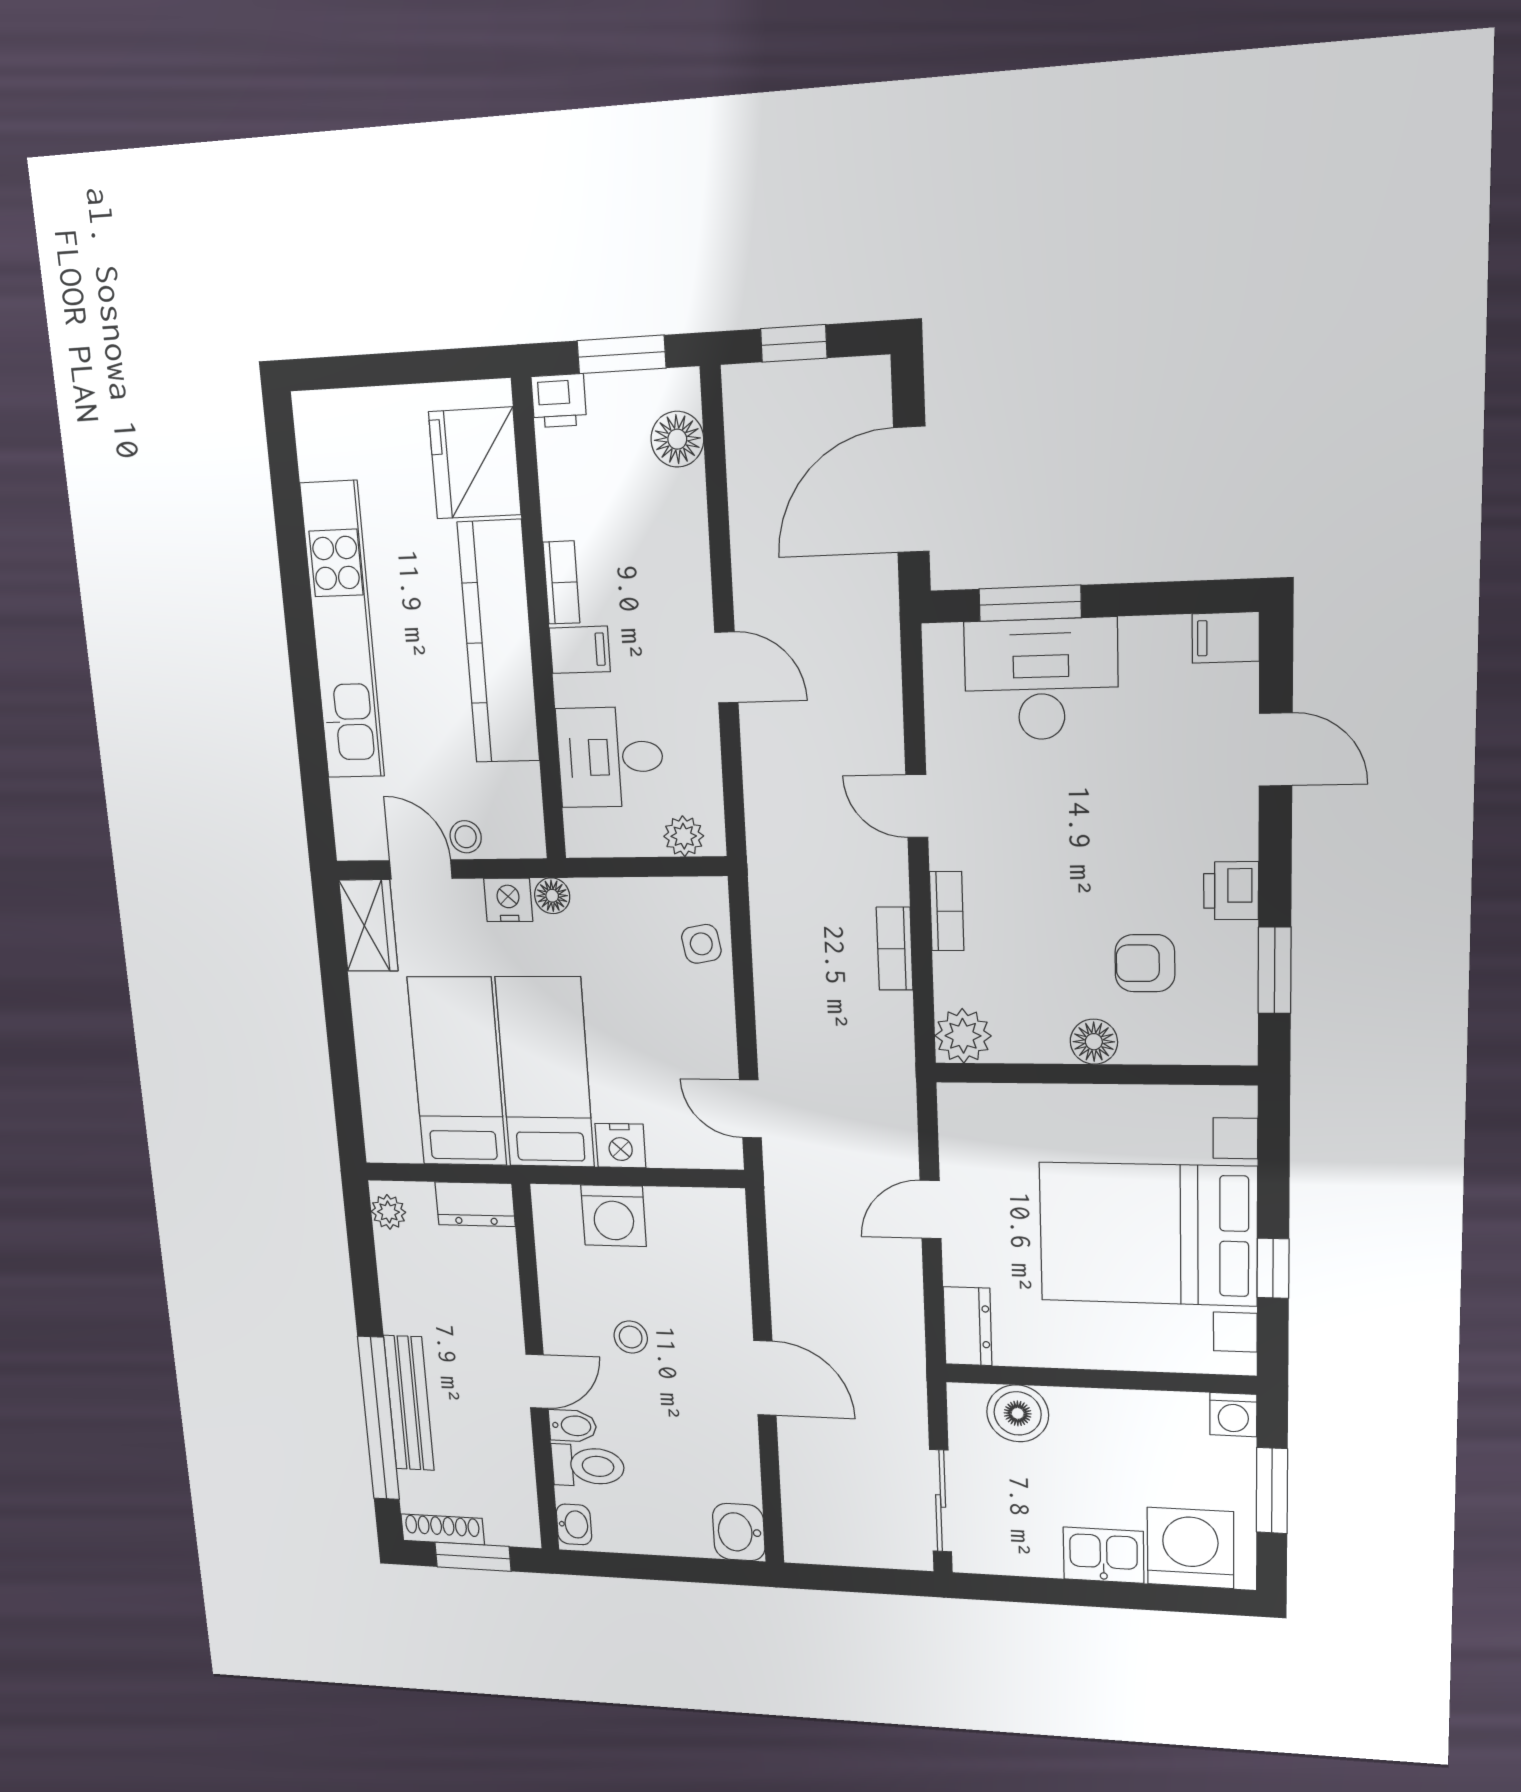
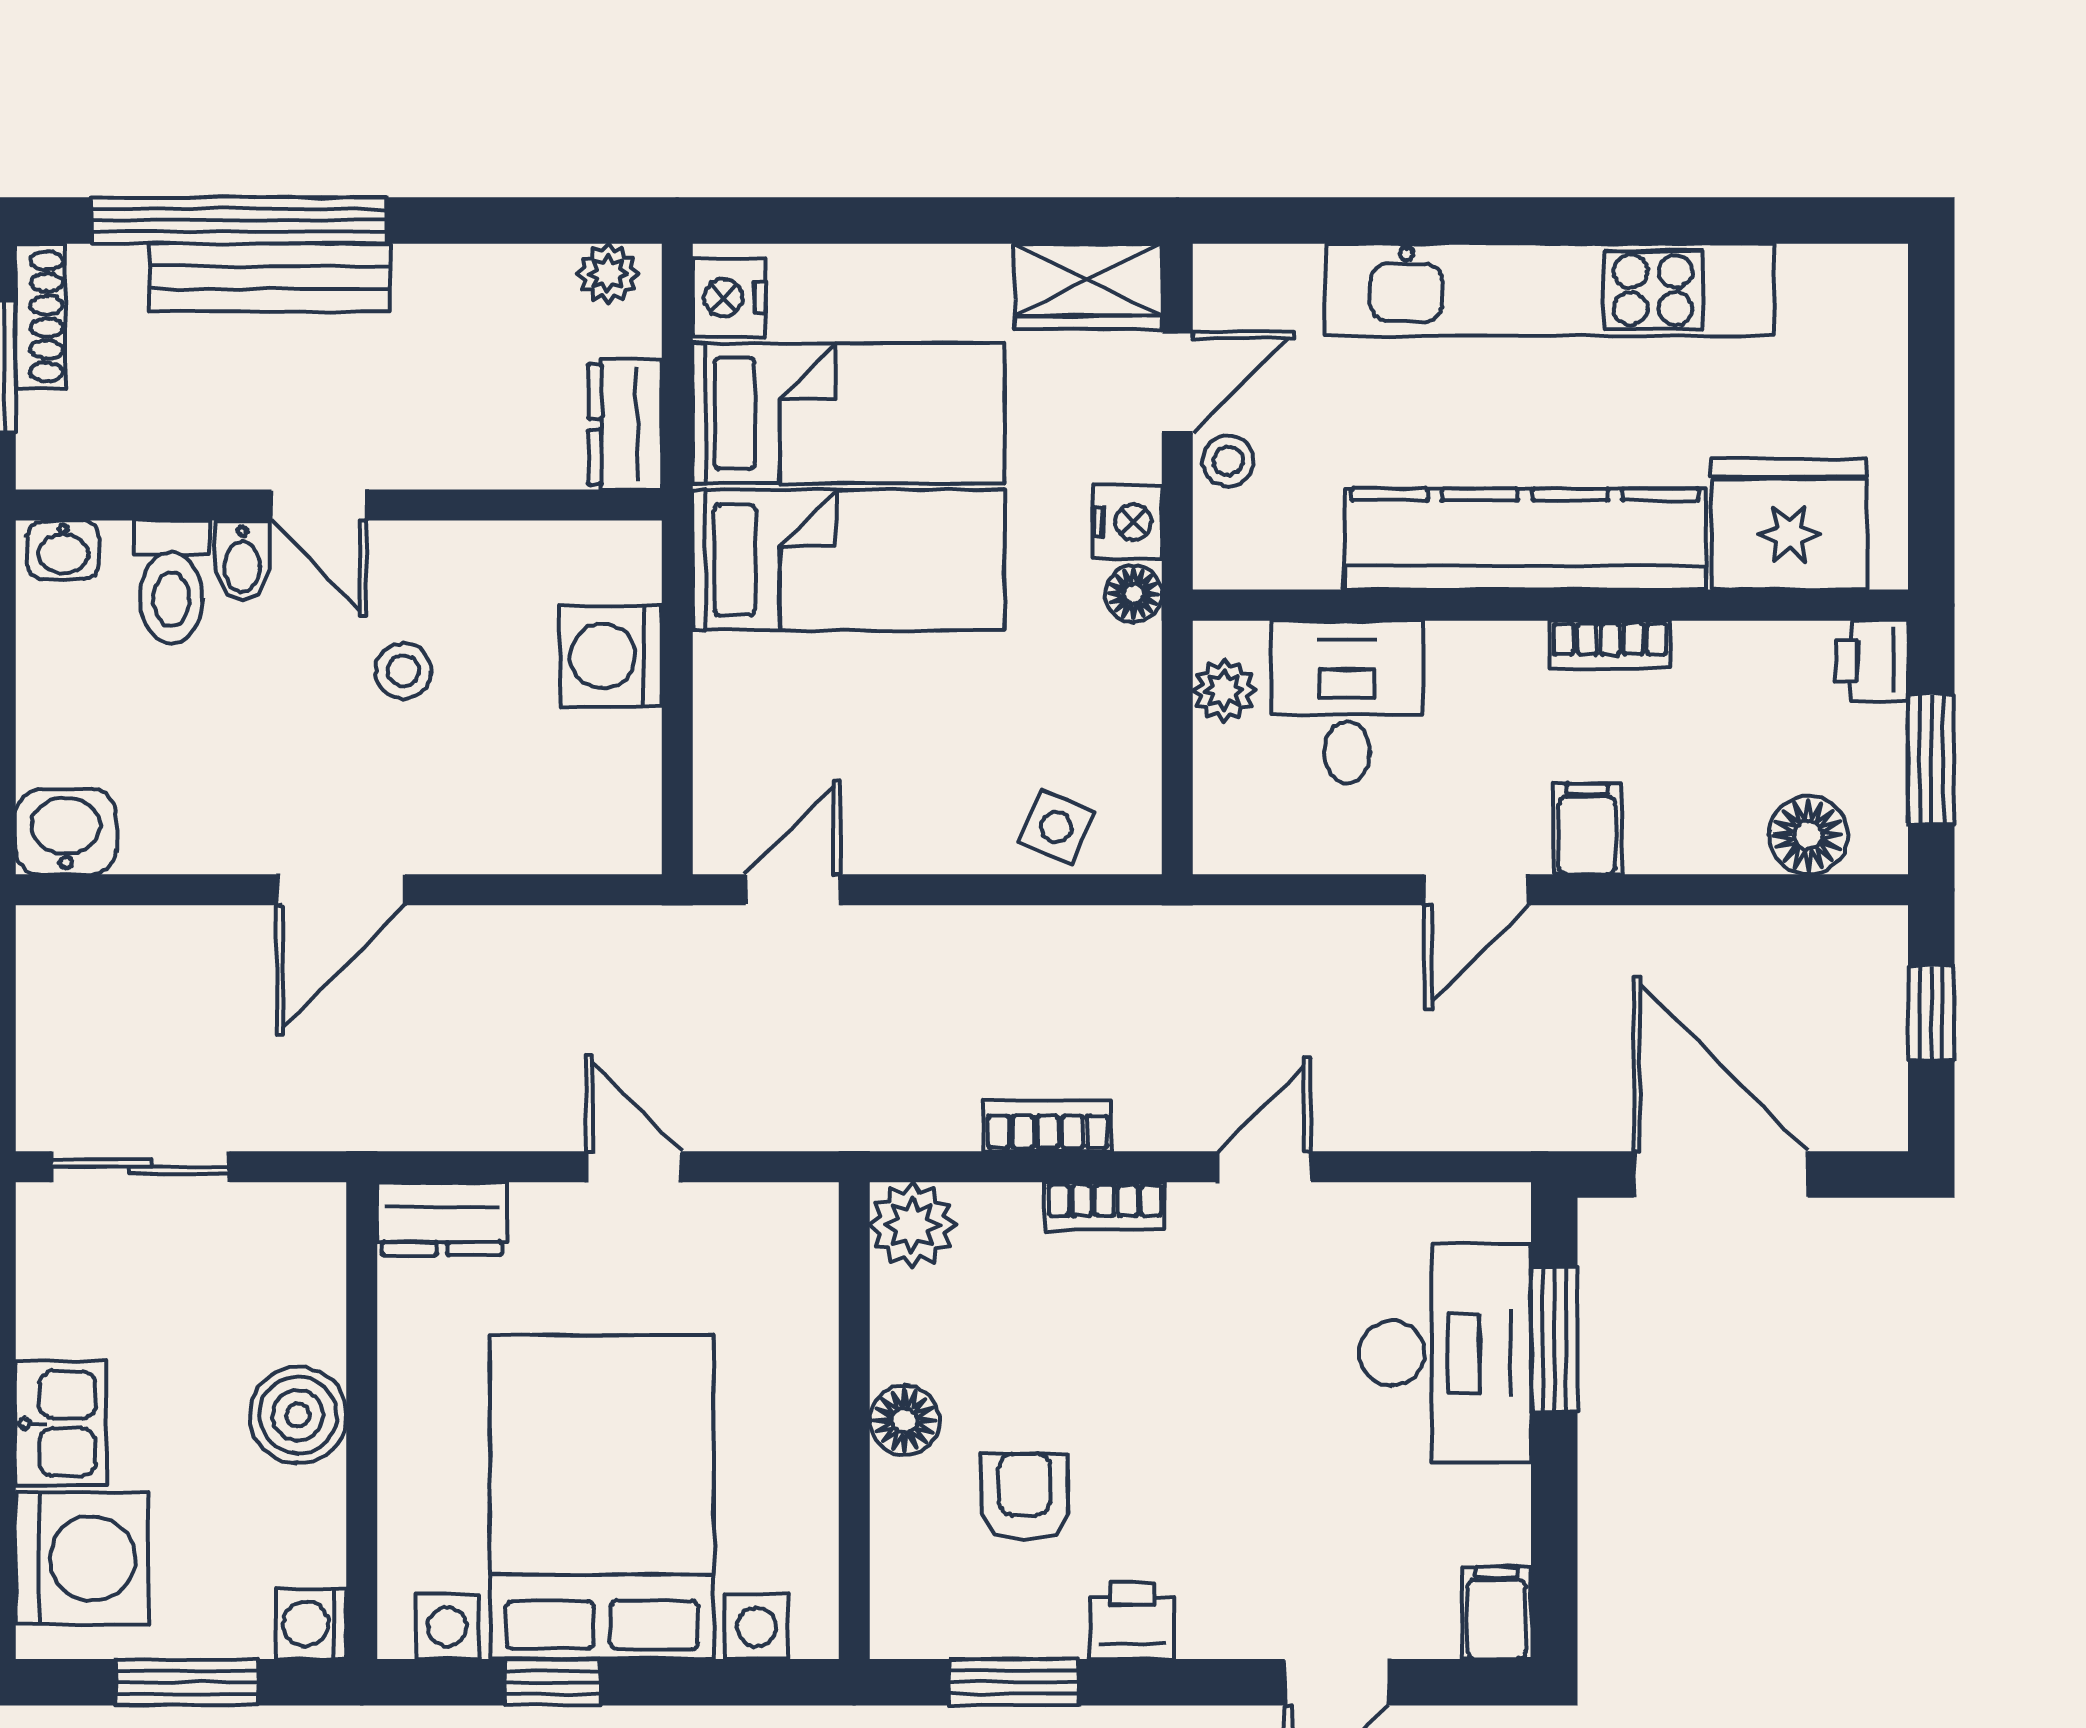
filing cabinet: (580, 650) -> (1587, 829), moved, turned 180
plant: (684, 836) -> (1224, 690), moved
side table: (701, 944) -> (1056, 827), turned 33
nightstand: (620, 1146) -> (729, 298), moved
boiler: (1018, 1413) -> (298, 1415), moved

